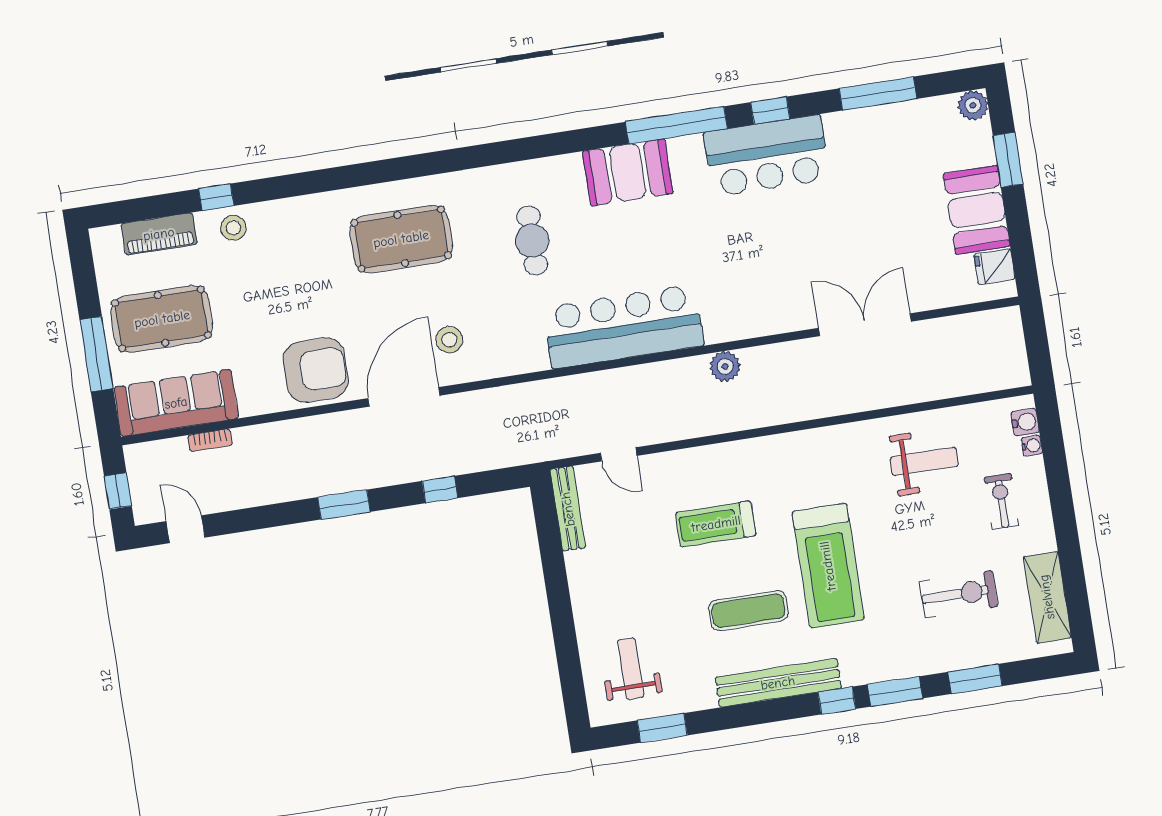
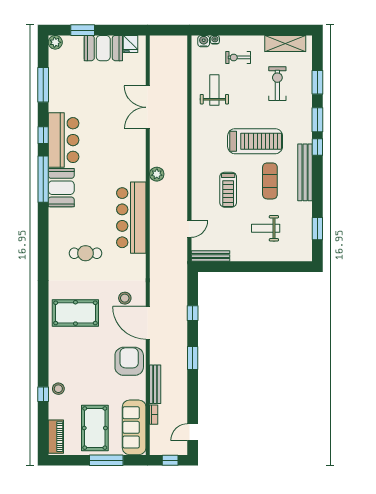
booth: (628, 172) -> (61, 188), moved
piano: (159, 234) -> (56, 437), moved
pool table: (401, 239) -> (75, 313), turned 90
bench: (275, 433) -> (155, 384), added
weight bench: (631, 669) -> (266, 228), moved

